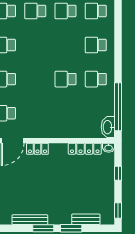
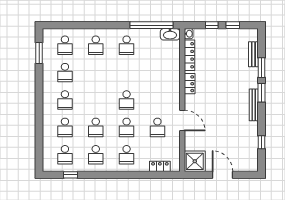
school desk: (66, 79) -> (127, 100), moved
locker: (37, 149) -> (190, 84), moved
window: (118, 210) -> (233, 25), moved

